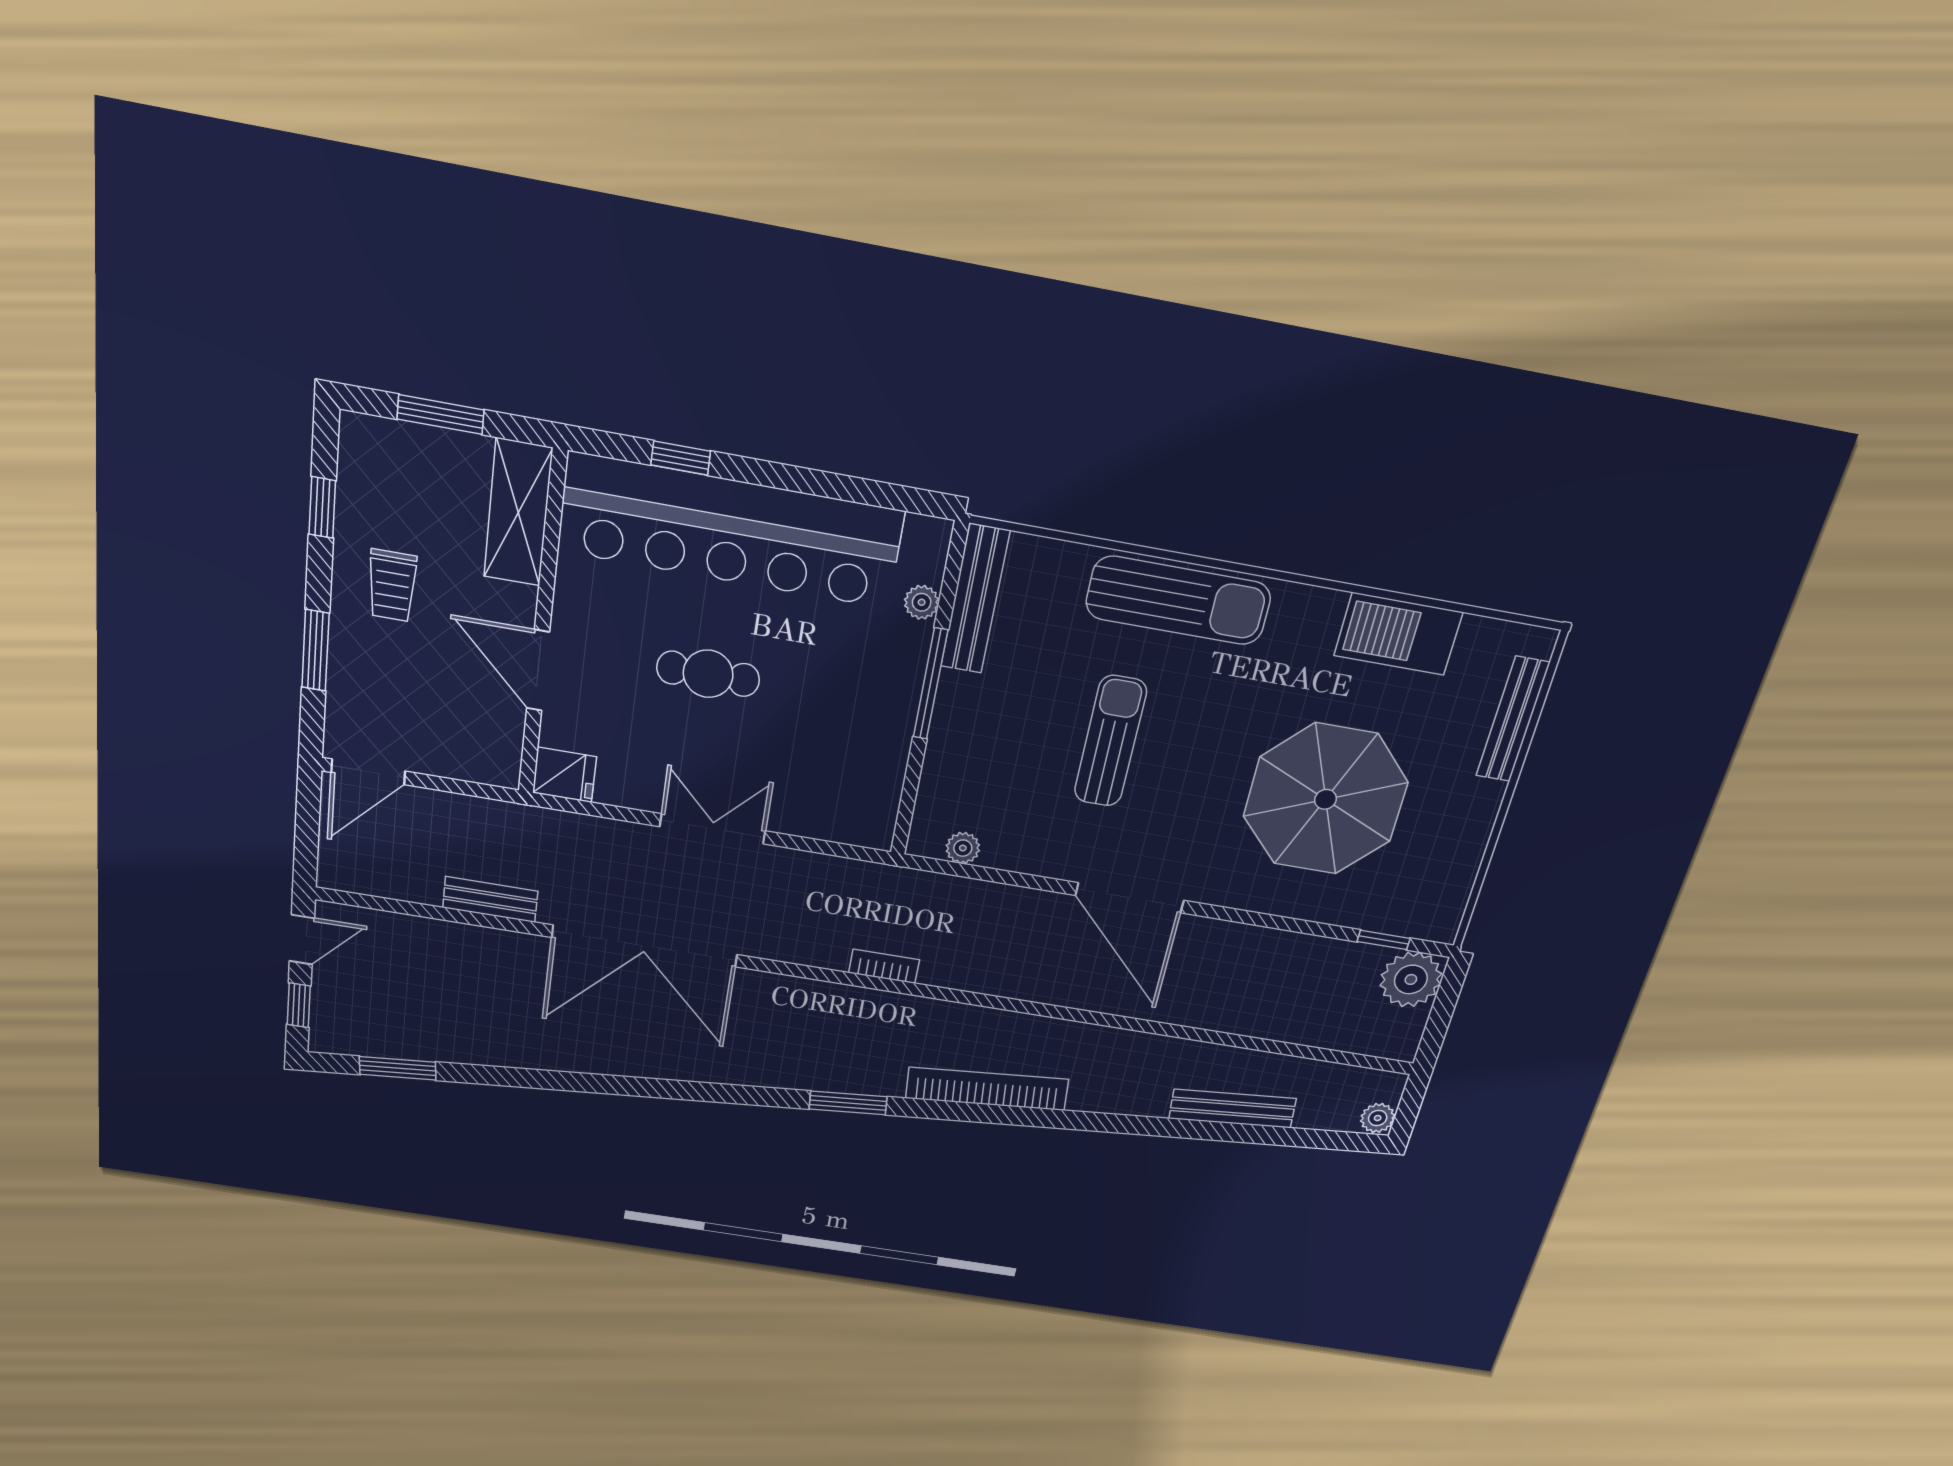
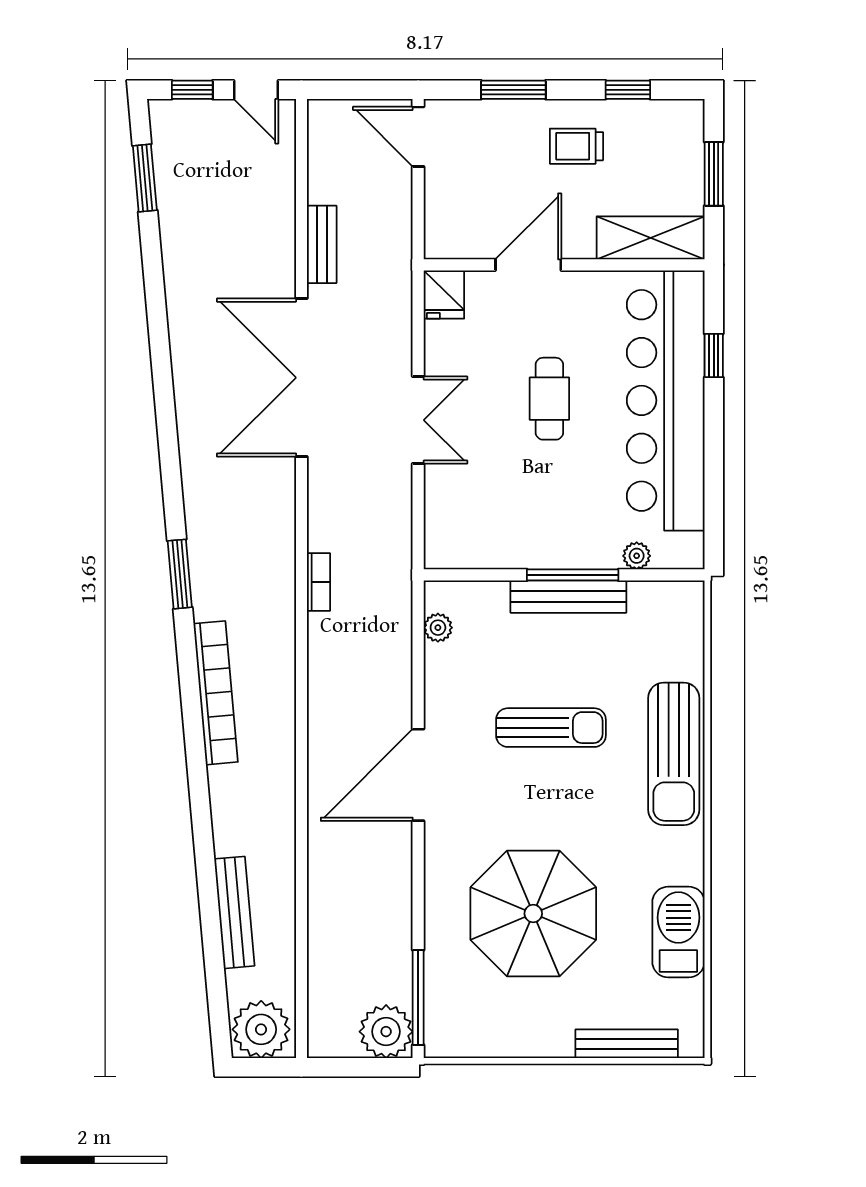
bench: (975, 599) -> (568, 597), moved
window: (1384, 940) -> (418, 998), width x2.17
plant: (1378, 1118) -> (261, 1029), width x1.88, depth x1.88

